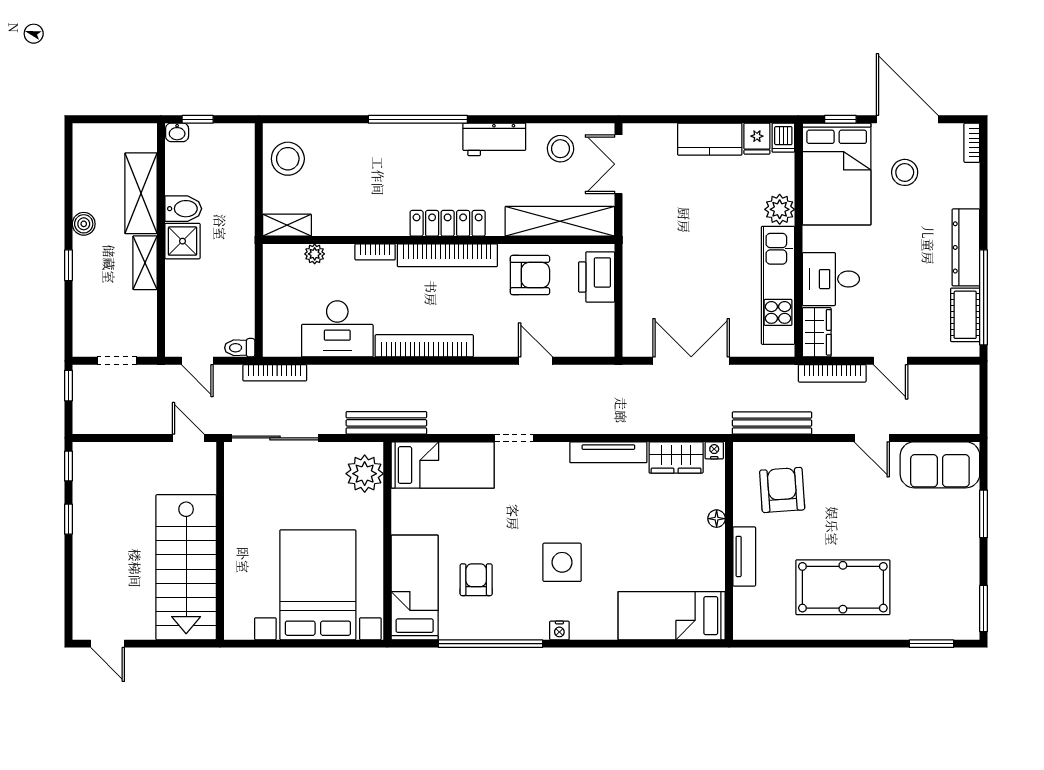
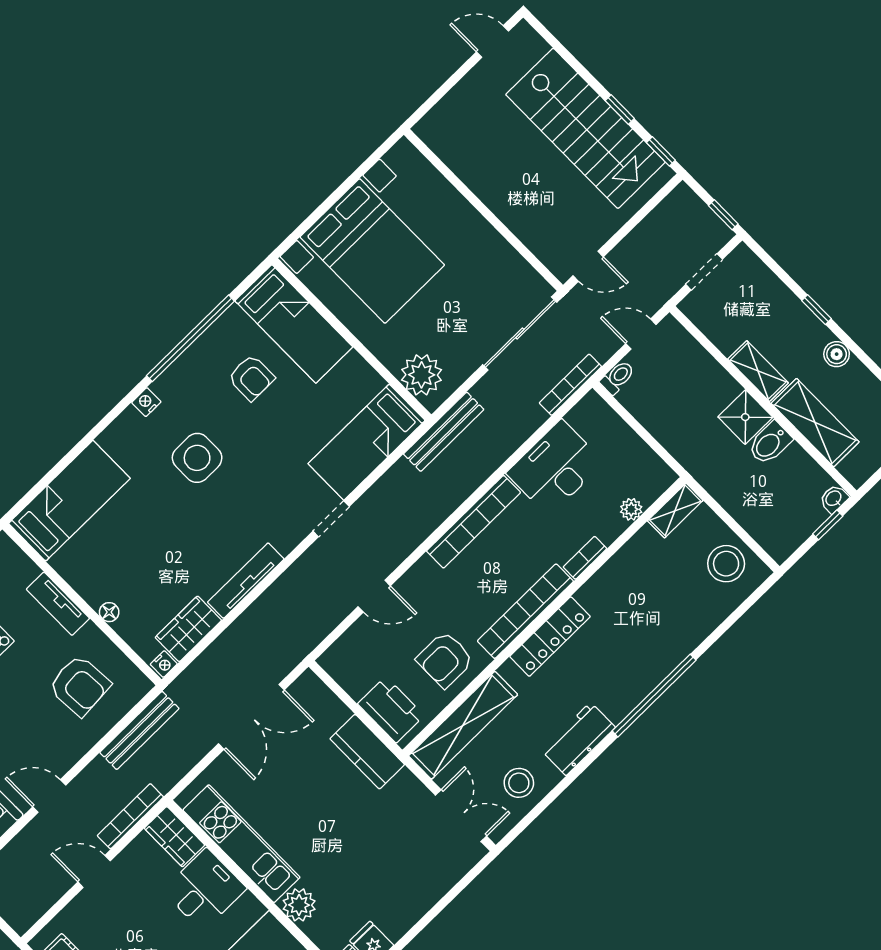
kitchen counter: (710, 139) -> (367, 752), moved, turned -90
stairs: (186, 567) -> (586, 128), moved, turned 180

